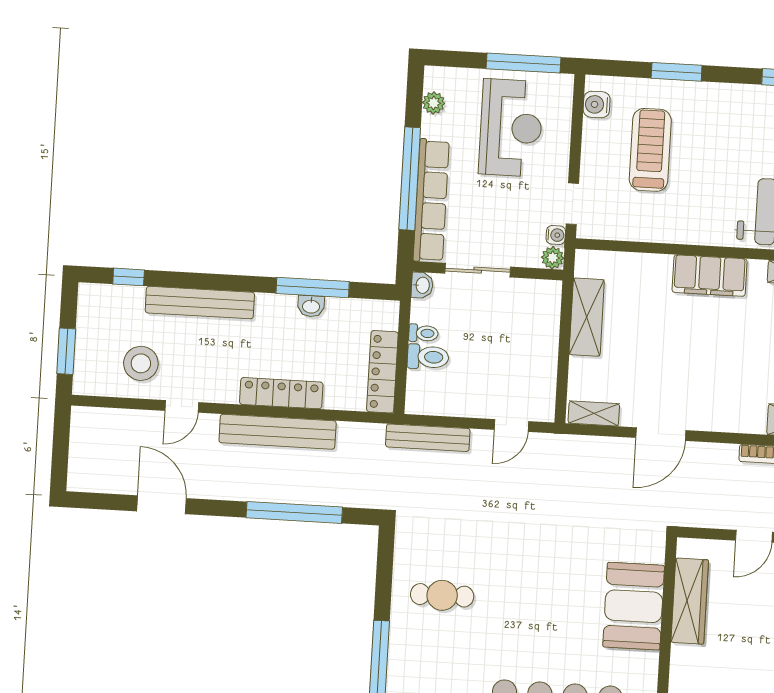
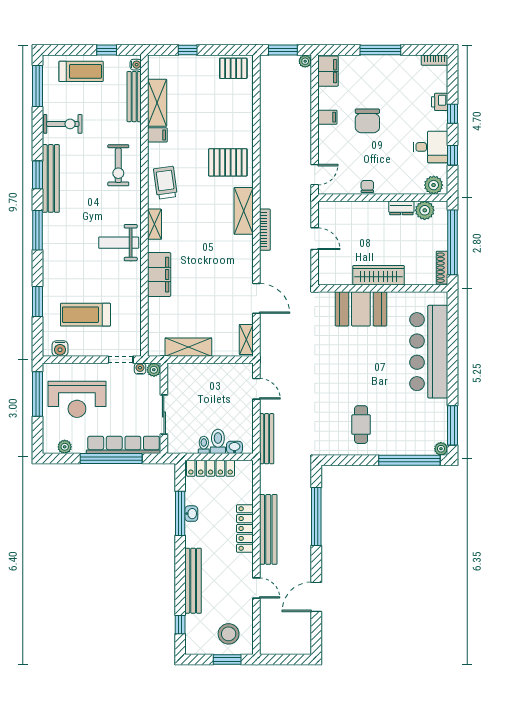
reception desk: (511, 128) -> (77, 399), turned 180
washbasin: (422, 285) -> (234, 447), moved
stool: (141, 363) -> (229, 634), moved
locker: (382, 372) -> (211, 468), moved
wardrobe: (690, 601) -> (379, 275), moved

